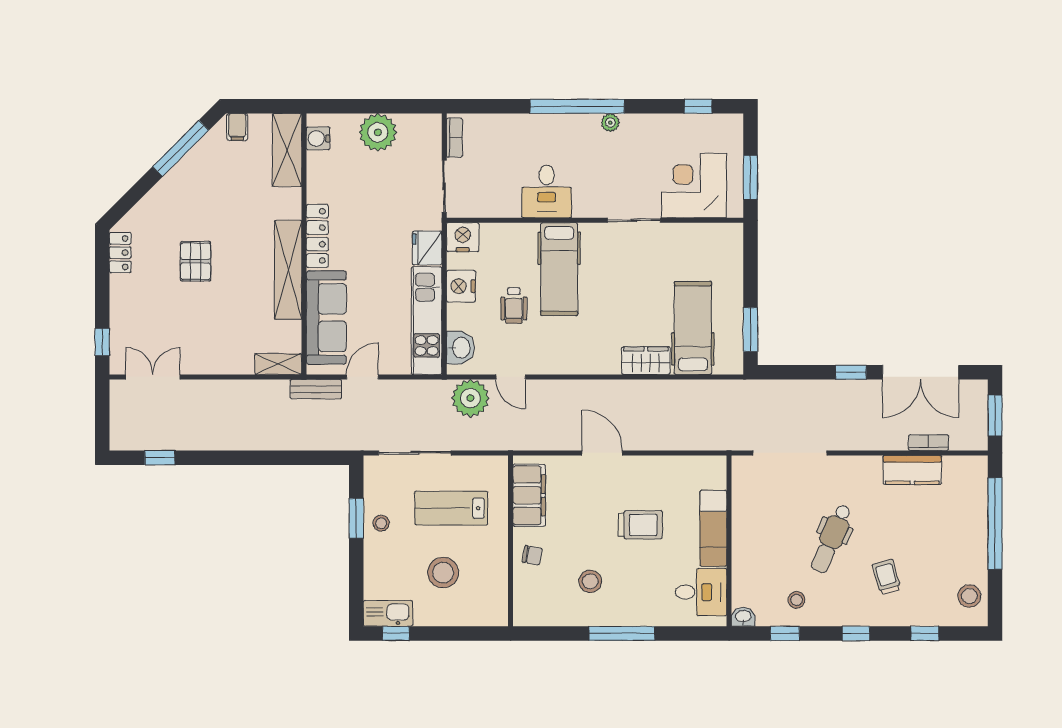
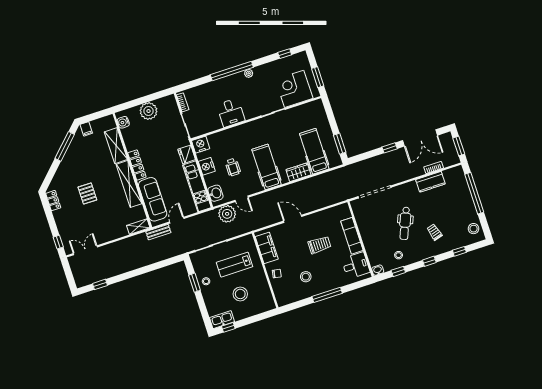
shelving: (287, 150) -> (116, 146), moved
hospital bed: (559, 269) -> (267, 167), moved, turned 180

